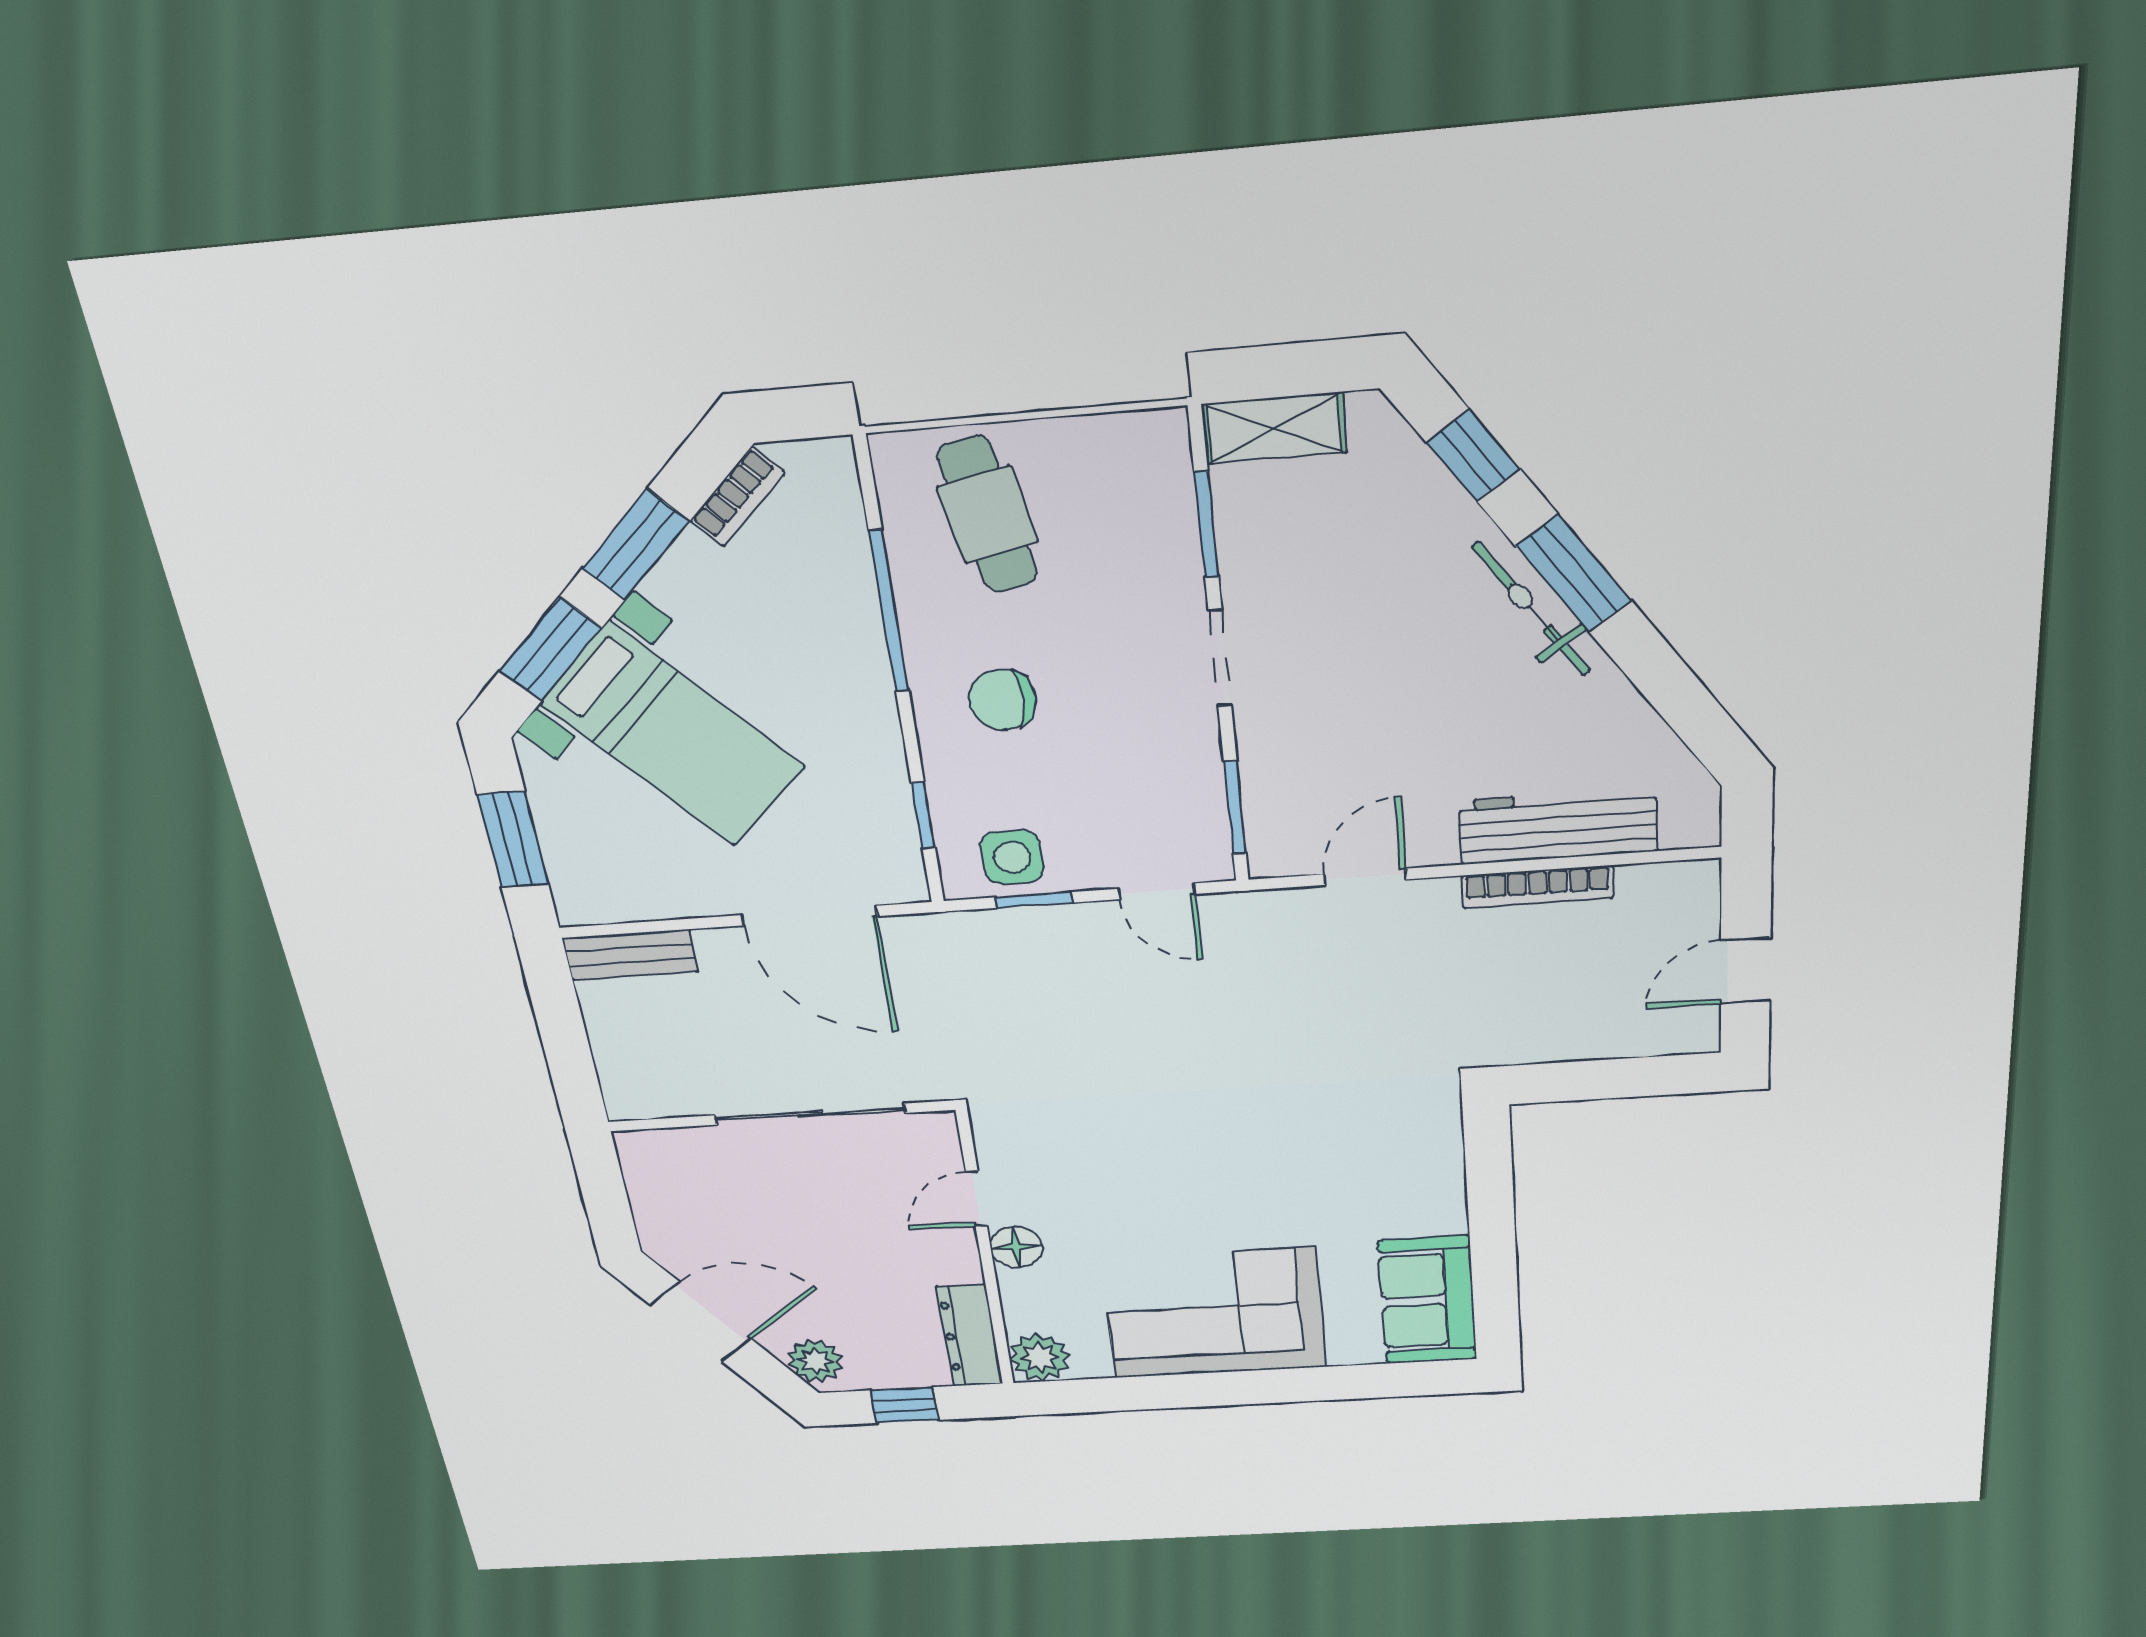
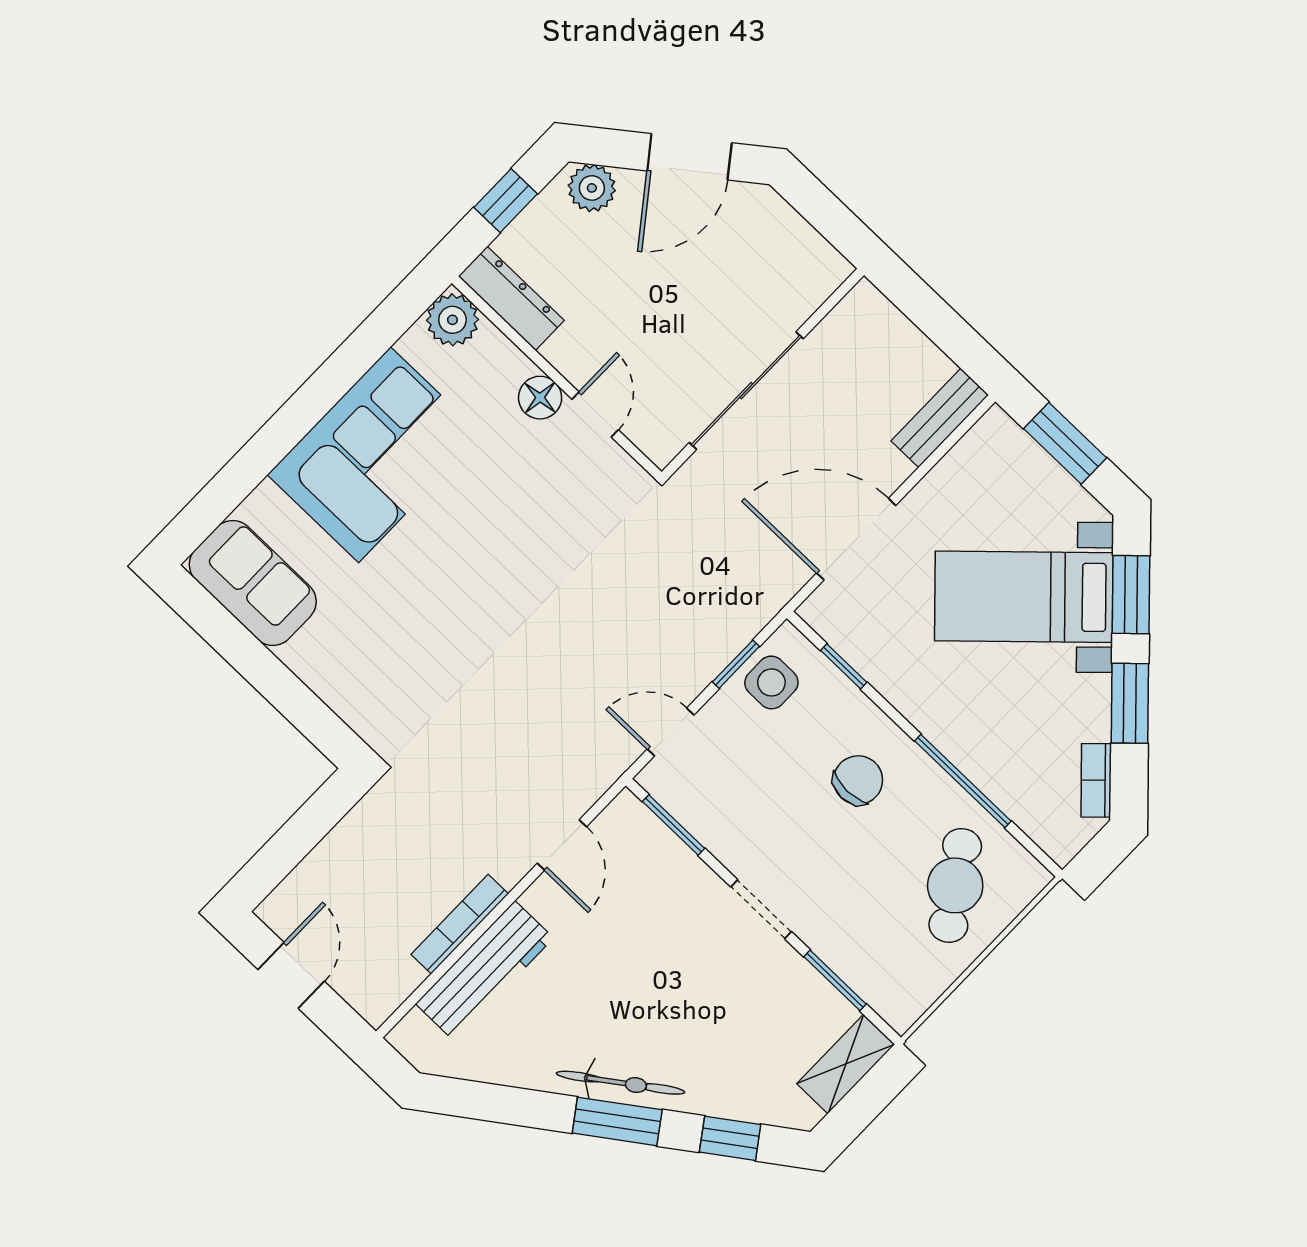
cafe table: (988, 515) -> (955, 885), turned 68

